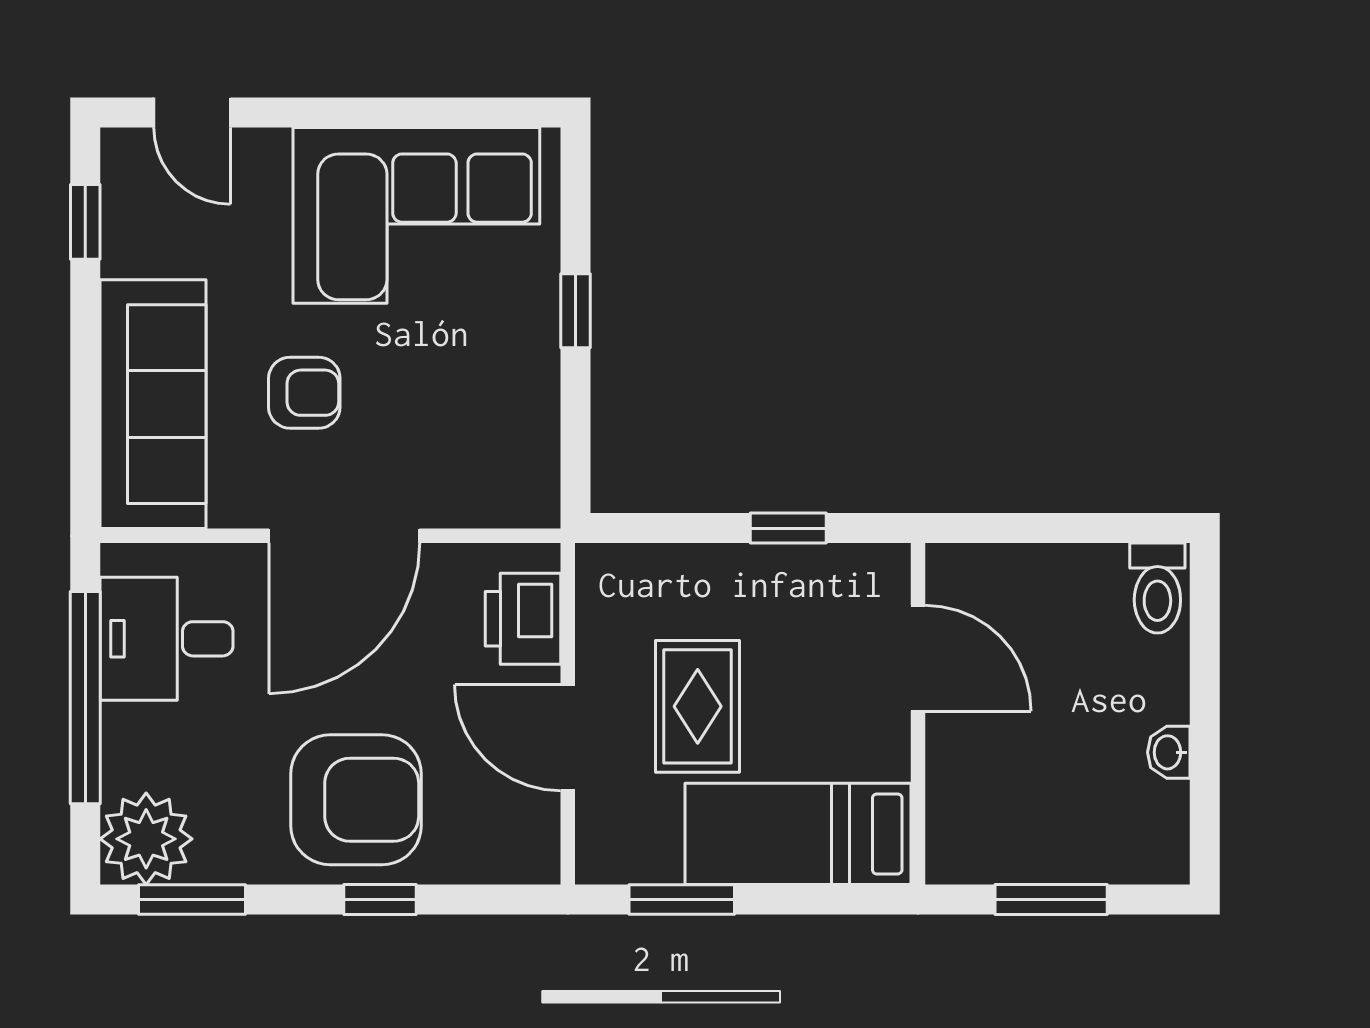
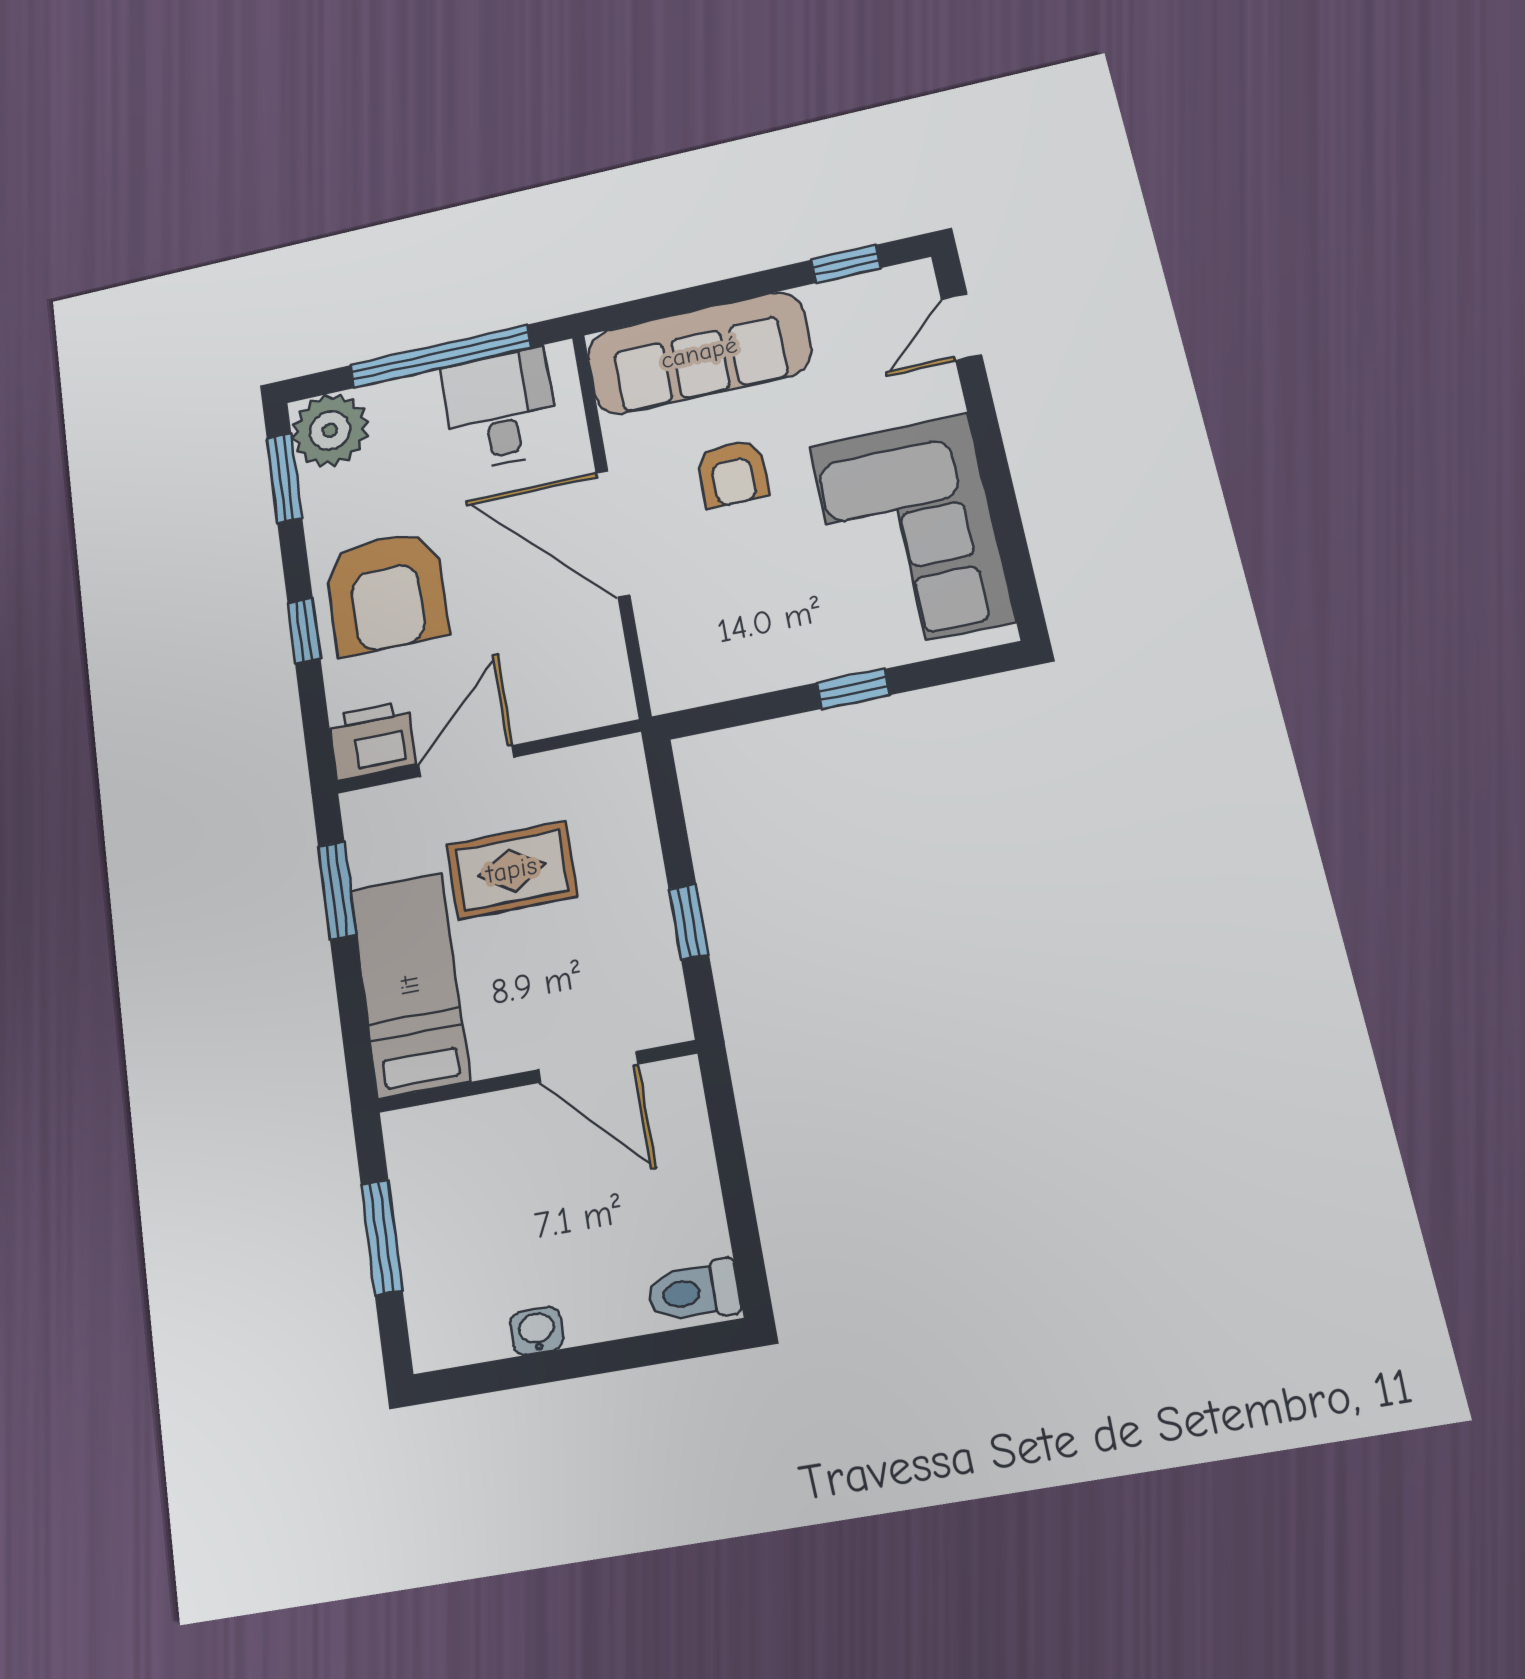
printer: (523, 619) -> (372, 740), moved
door: (918, 658) -> (588, 1067), hinge flipped

